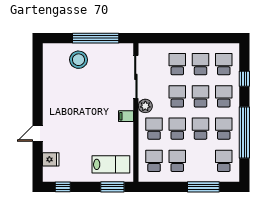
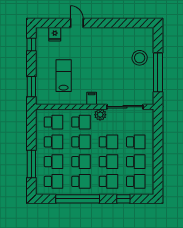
school desk: (201, 161) -> (54, 162), added
lab bench: (111, 164) -> (64, 76), moved, turned 180

